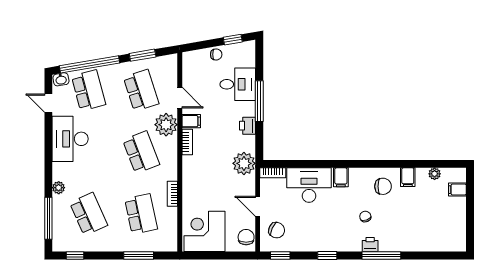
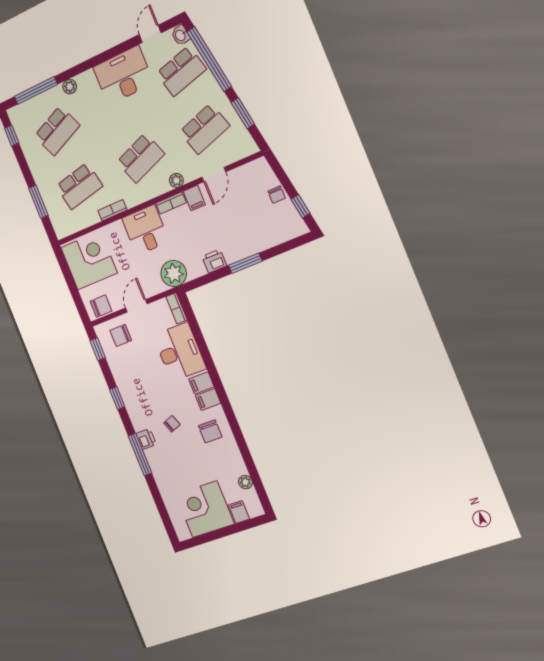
desk: (238, 84) -> (145, 230), moved, turned 180
window: (259, 101) -> (245, 263), width x0.69
plant: (166, 125) -> (176, 180), width x0.53, depth x0.53
filing cabinet: (408, 177) -> (208, 399), moved
corner desk: (446, 218) -> (205, 509), added
chair: (277, 230) -> (121, 335), turned 65

